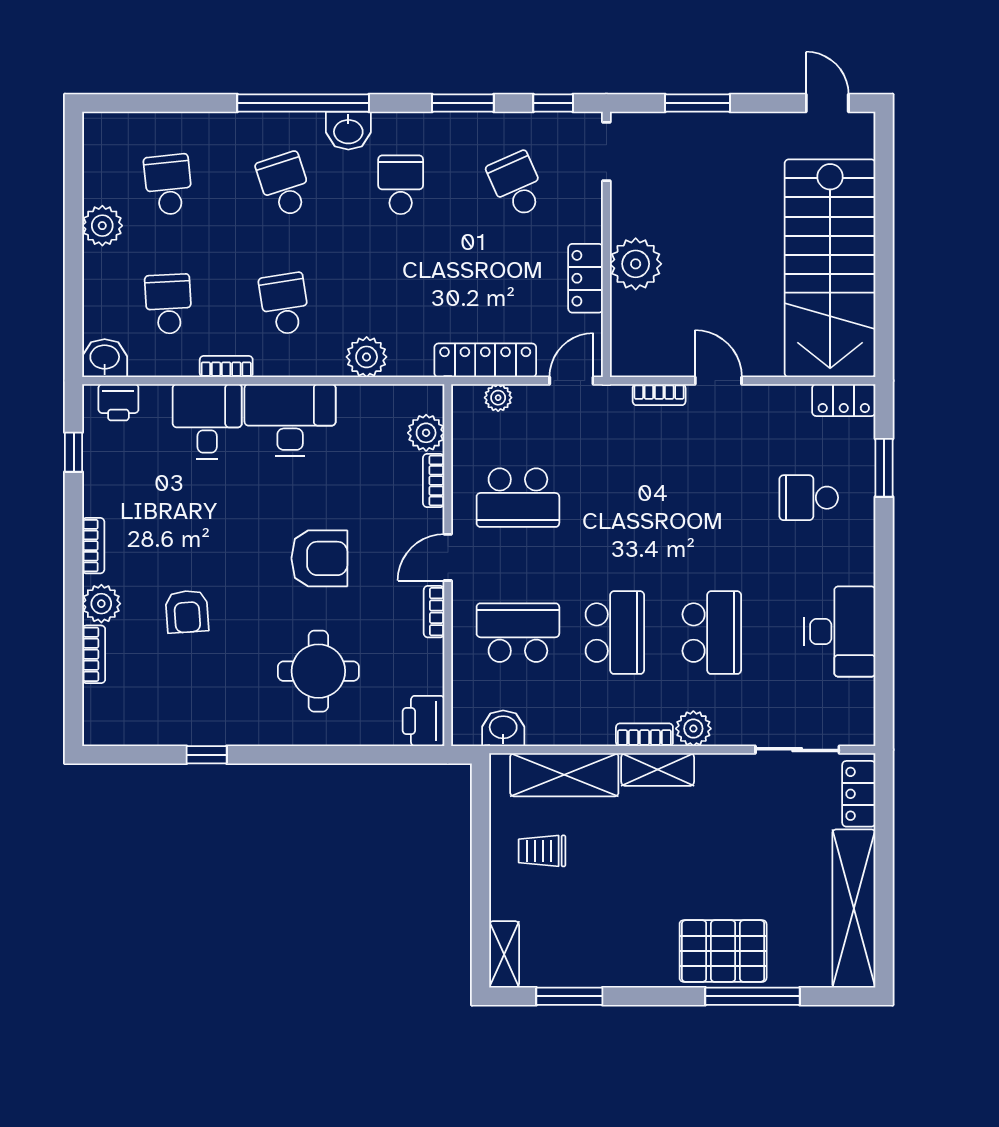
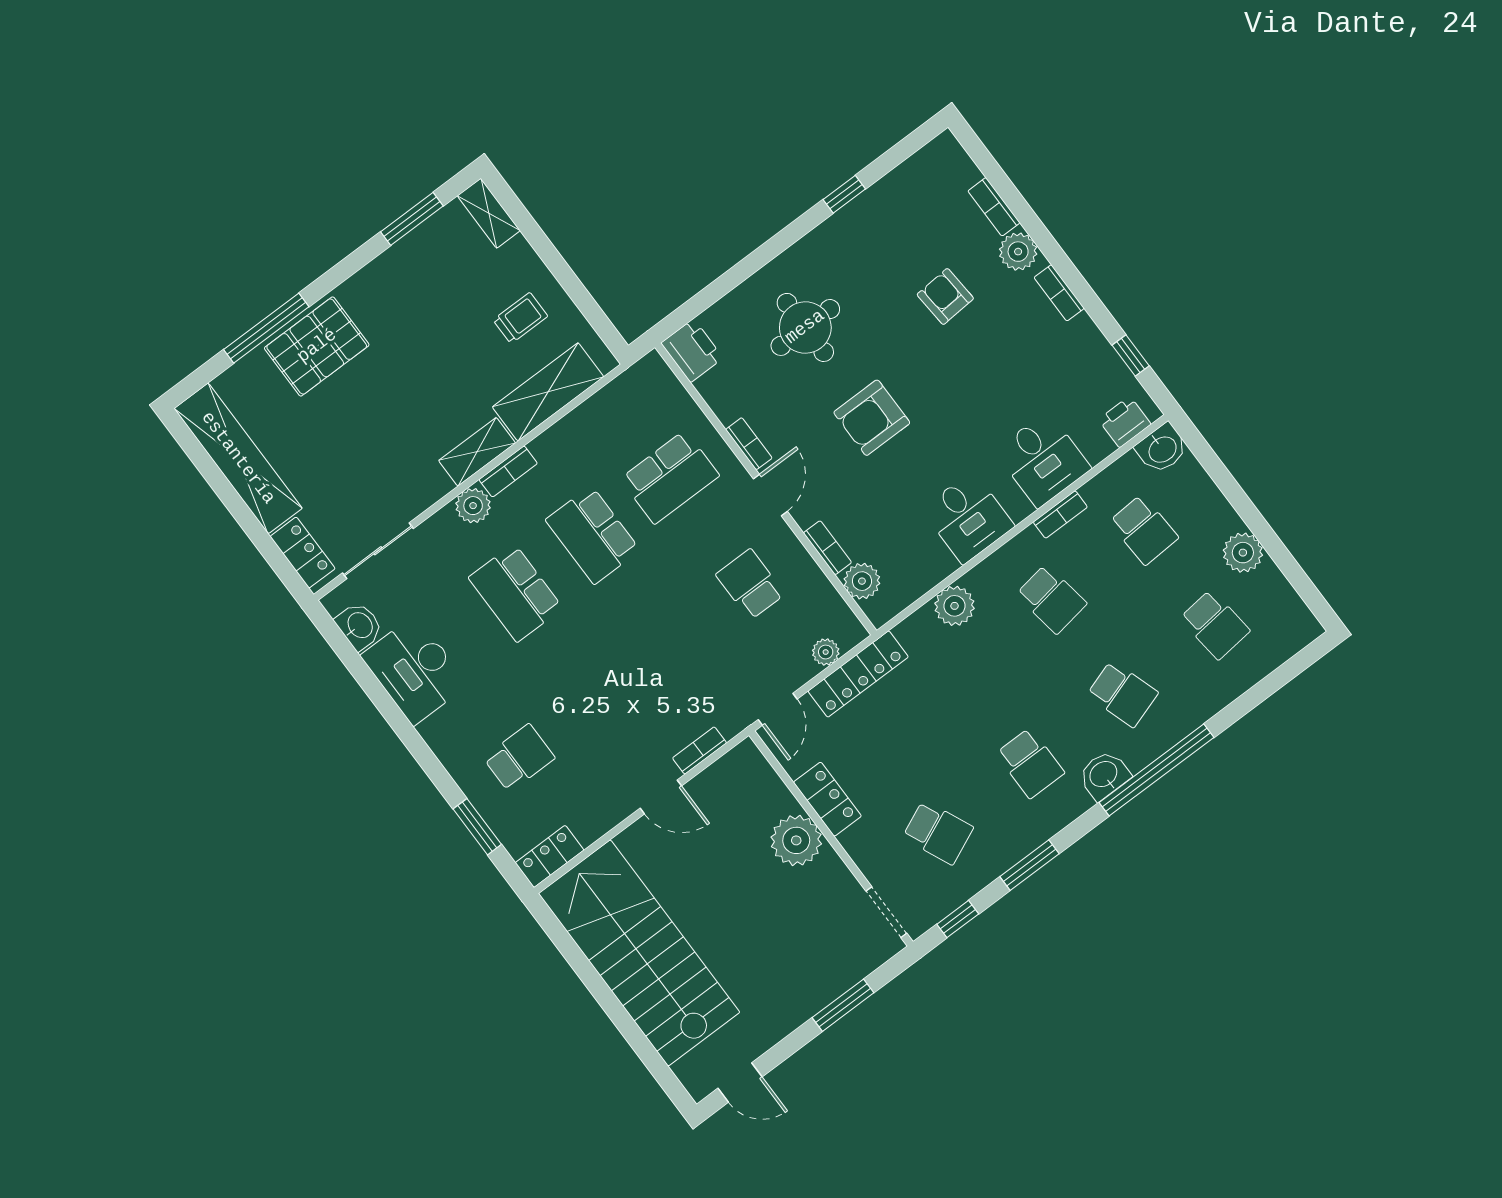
desk: (290, 420) -> (968, 518), width x0.73
school desk: (518, 498) -> (750, 584), width x0.54
washbasin: (503, 728) -> (359, 626), moved, turned -90

